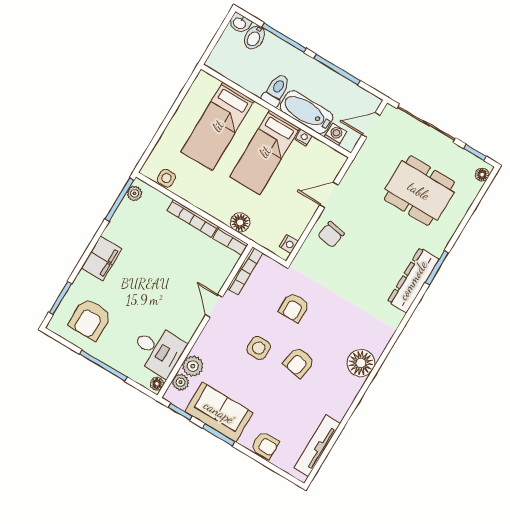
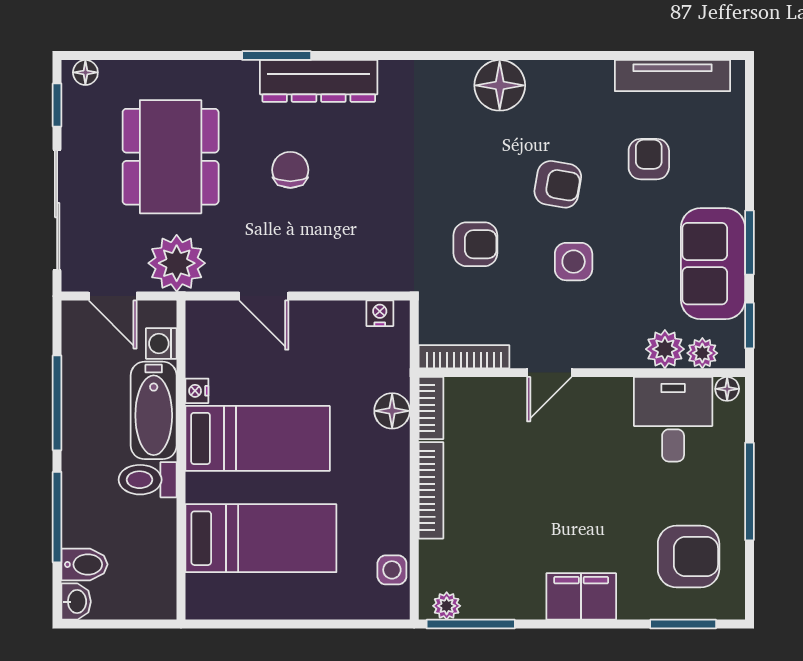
plant: (368, 164) -> (177, 263), added
chair: (331, 235) -> (290, 170), moved, turned -100
armchair: (265, 445) -> (649, 159), moved

